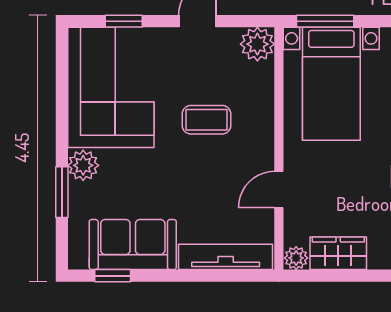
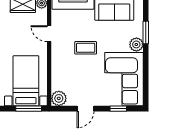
coffee table: (206, 120) -> (86, 48), moved
door: (279, 190) -> (49, 34), swing flipped

